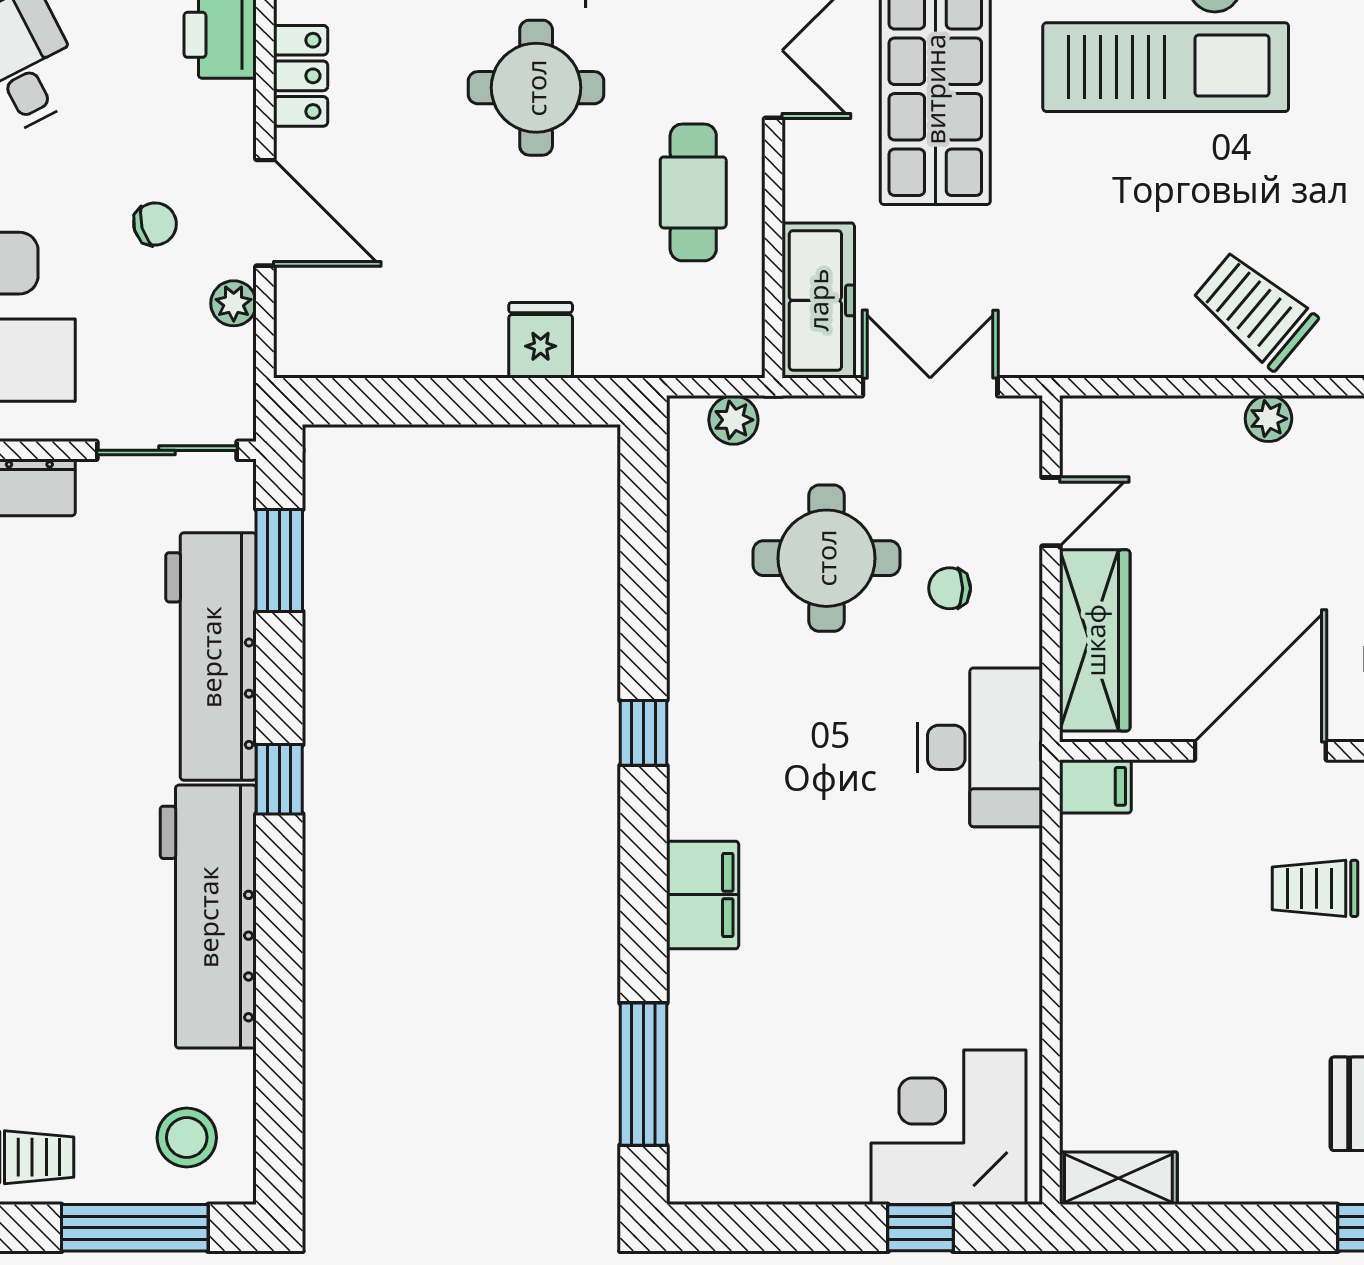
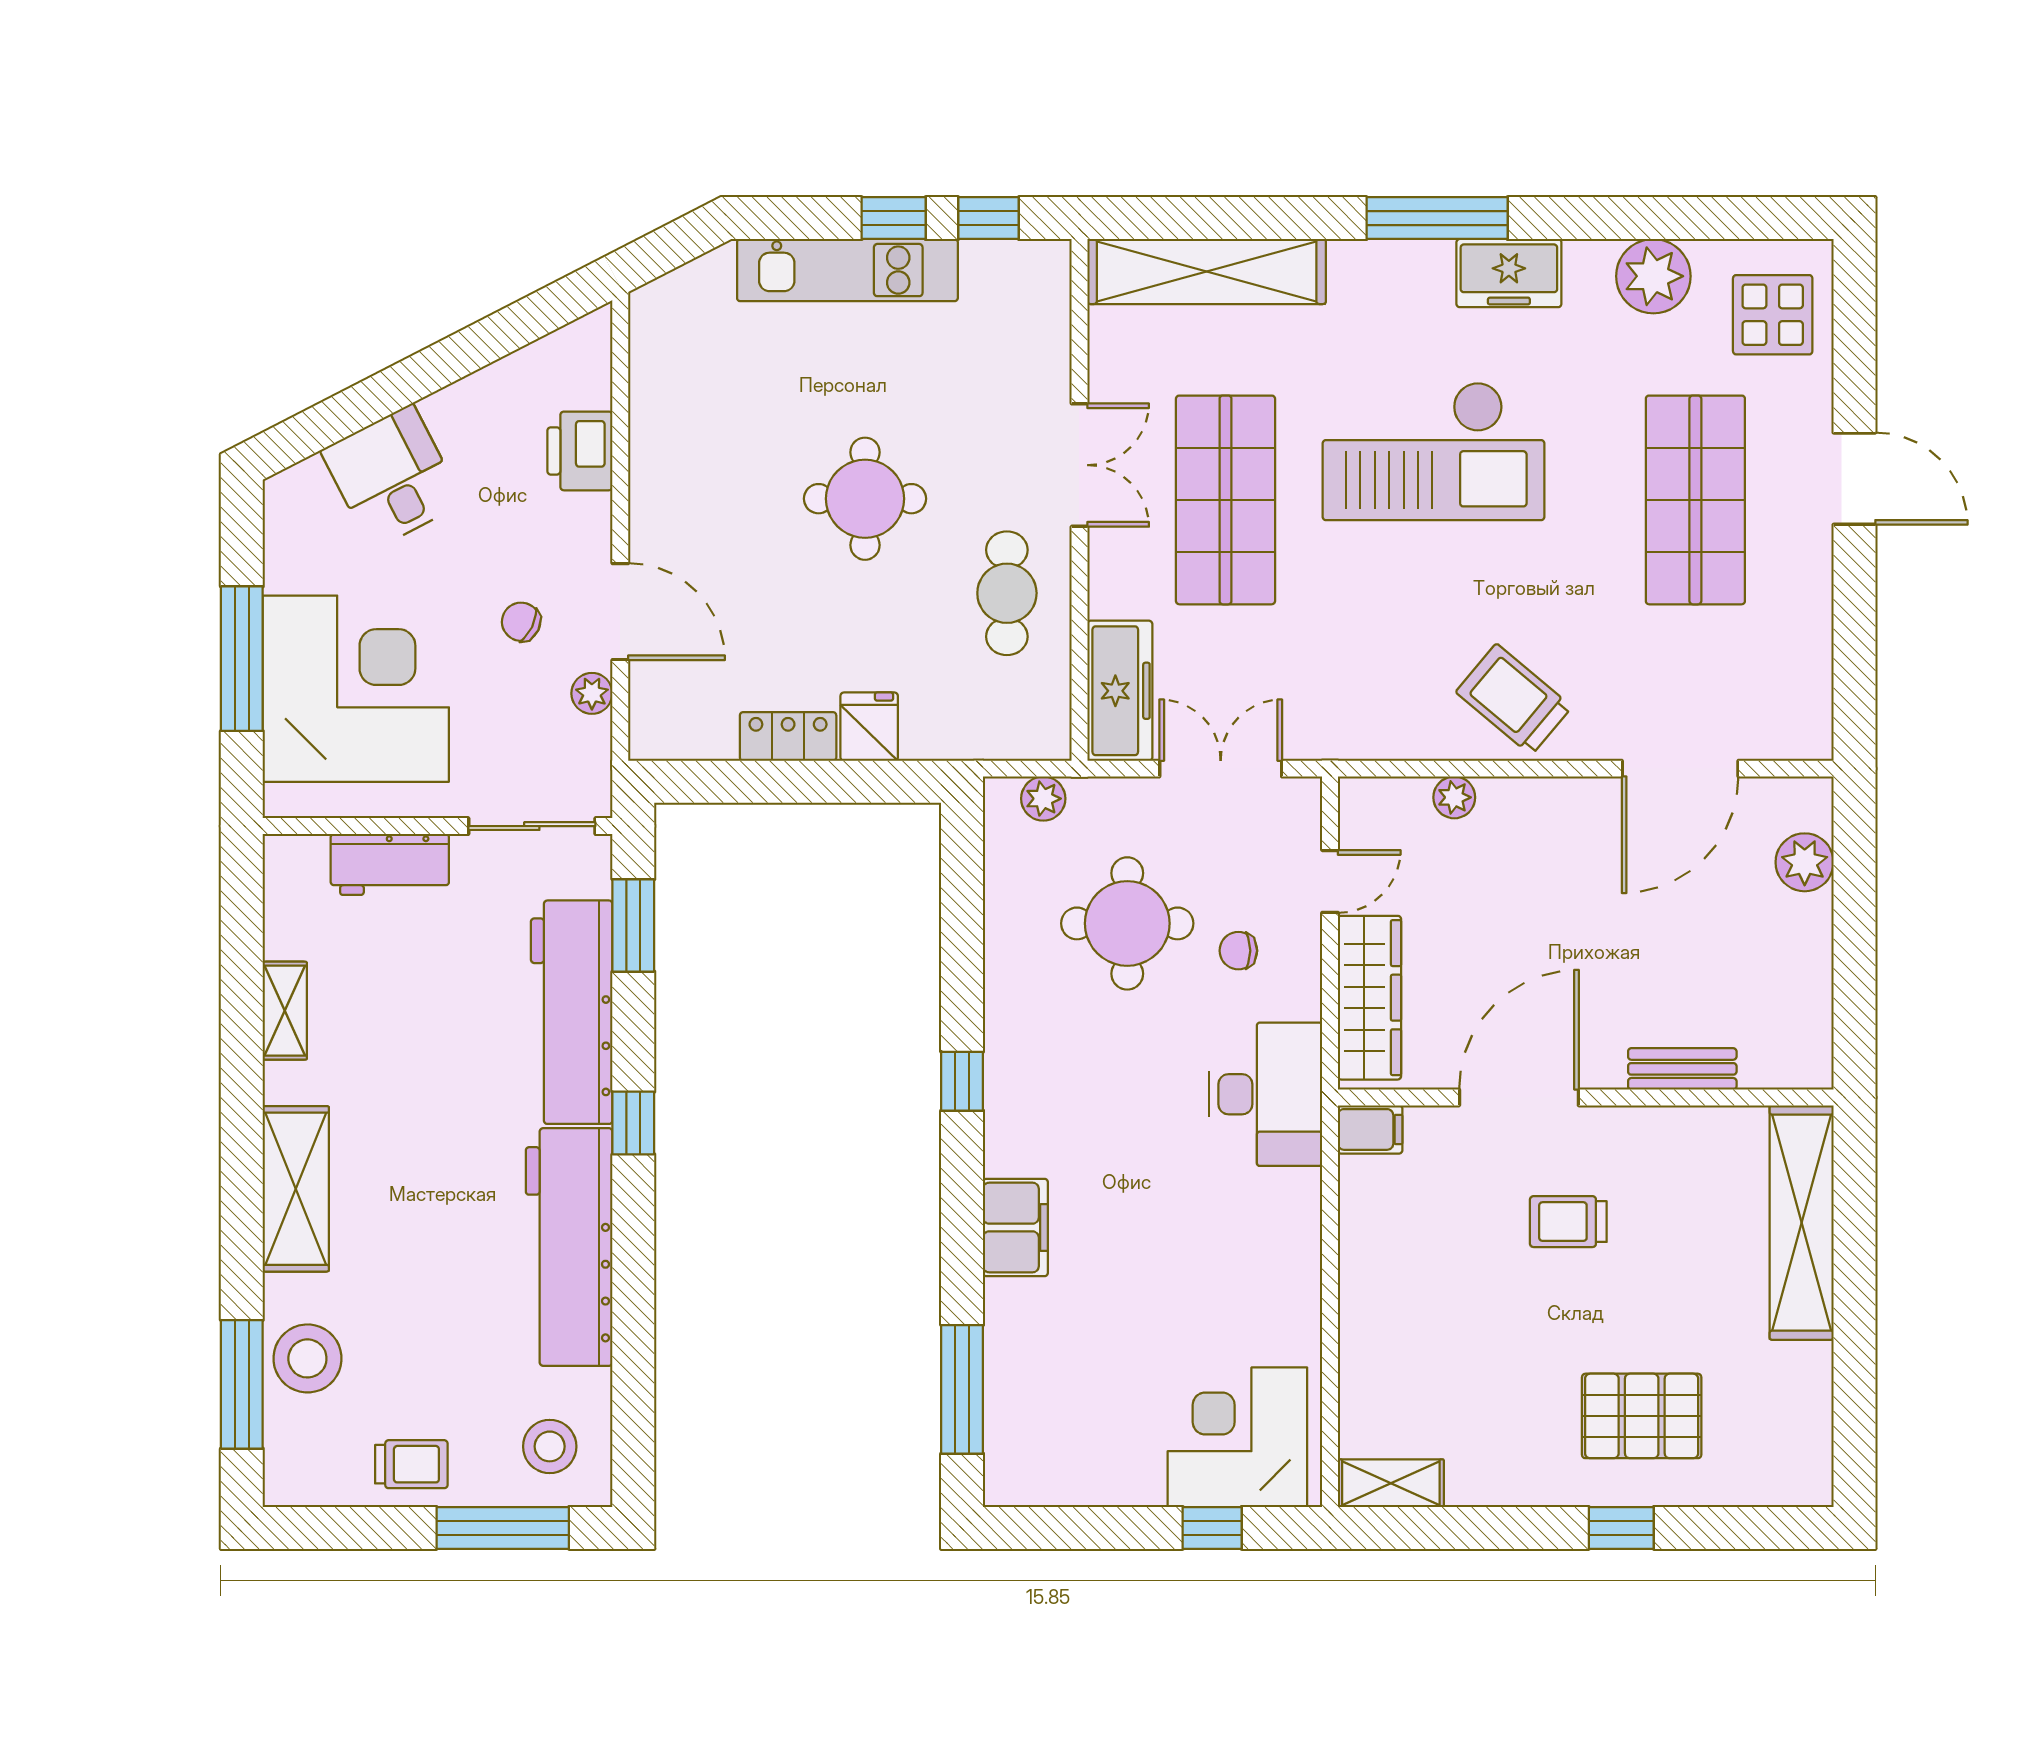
locker: (301, 76) -> (788, 736), moved, turned -90
chair: (155, 224) -> (521, 622), turned -138
plant: (1268, 419) -> (1454, 797), moved

